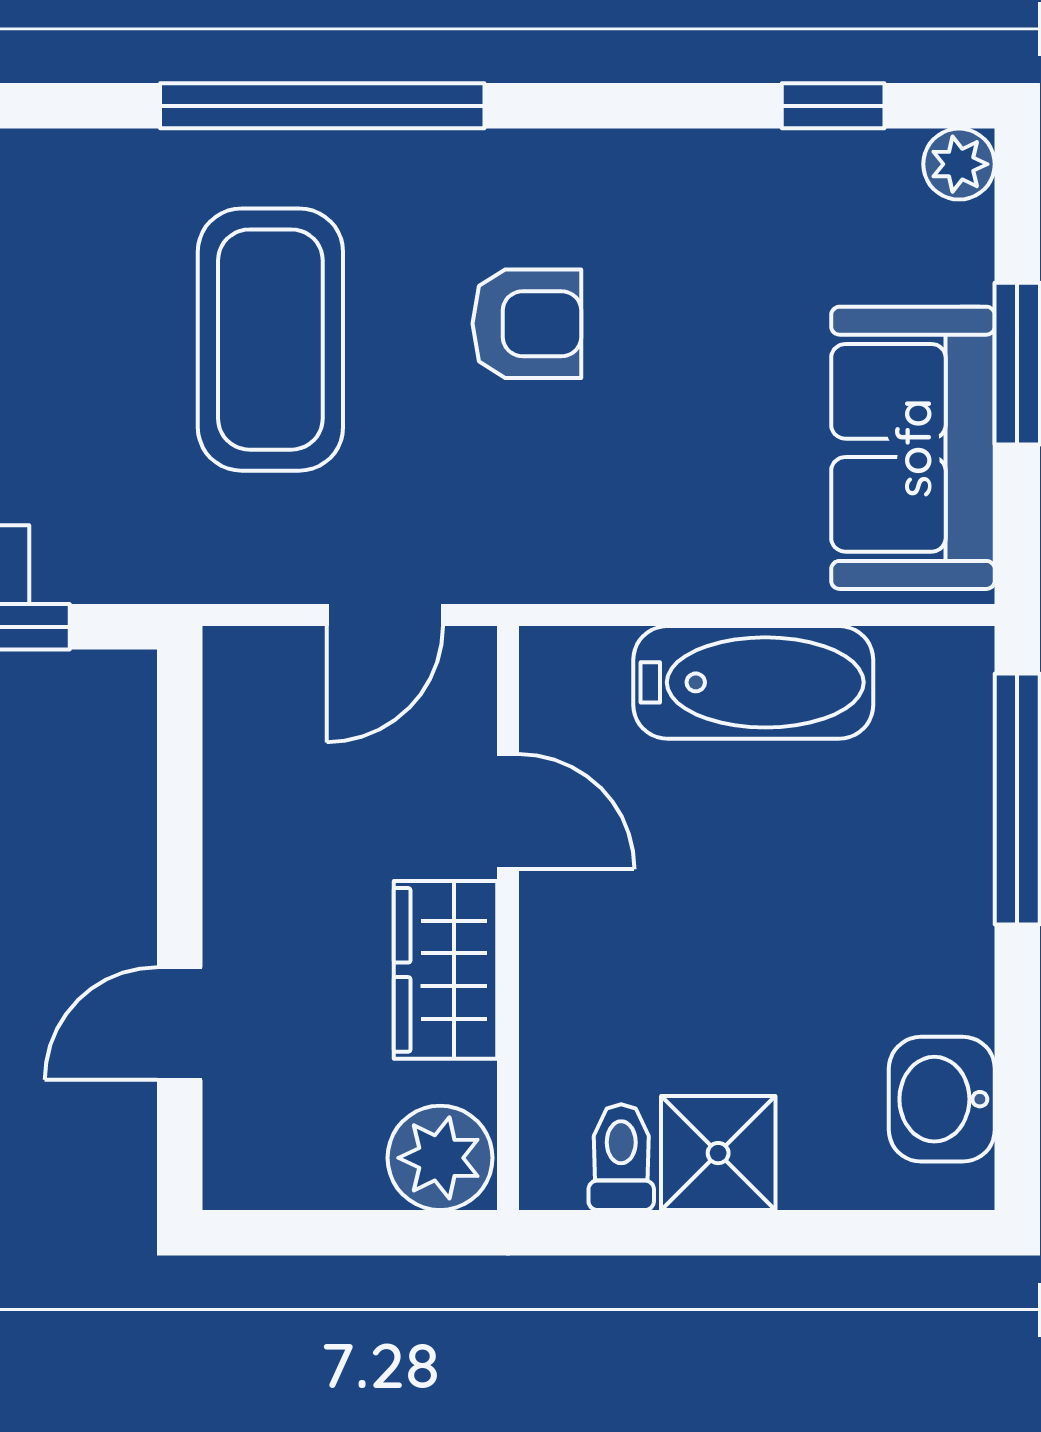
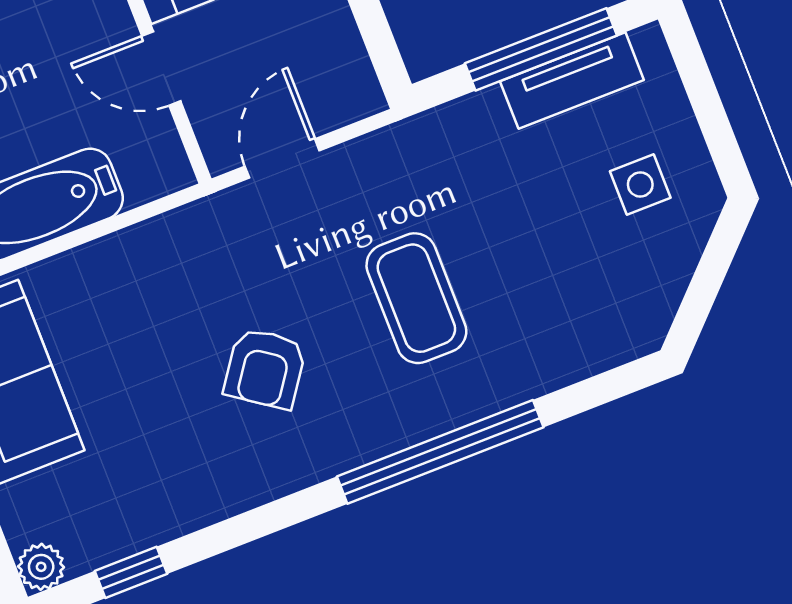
armchair: (527, 324) -> (265, 368), turned -55
coffee table: (270, 340) -> (416, 298), width x0.73, depth x0.76

